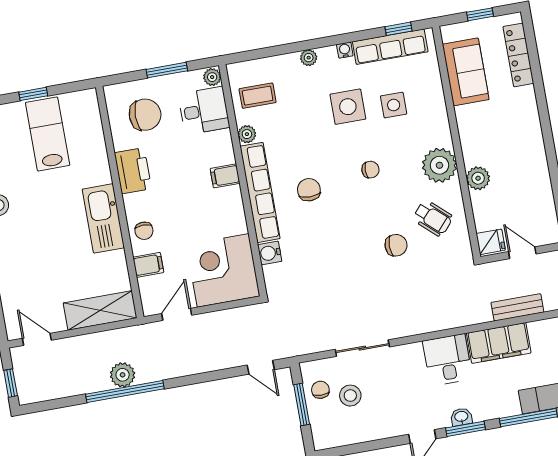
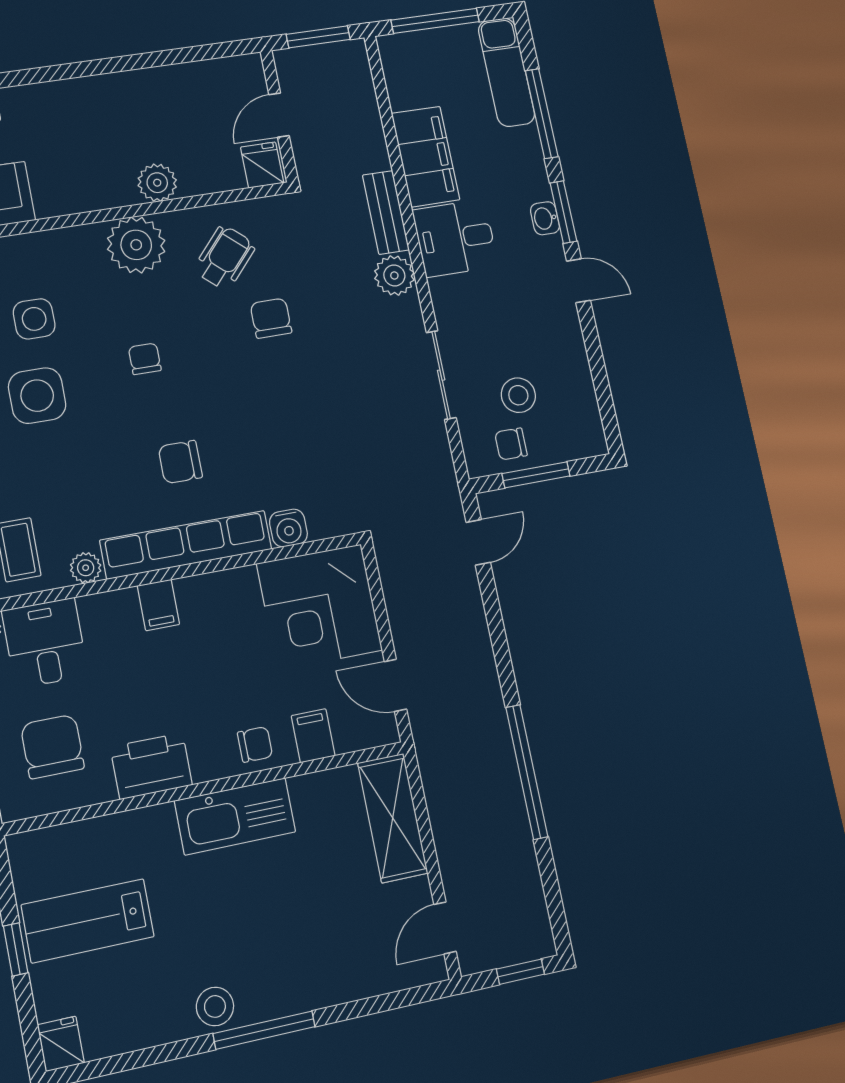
bench: (517, 307) -> (386, 212), moved
plant: (123, 375) -> (394, 275), moved

